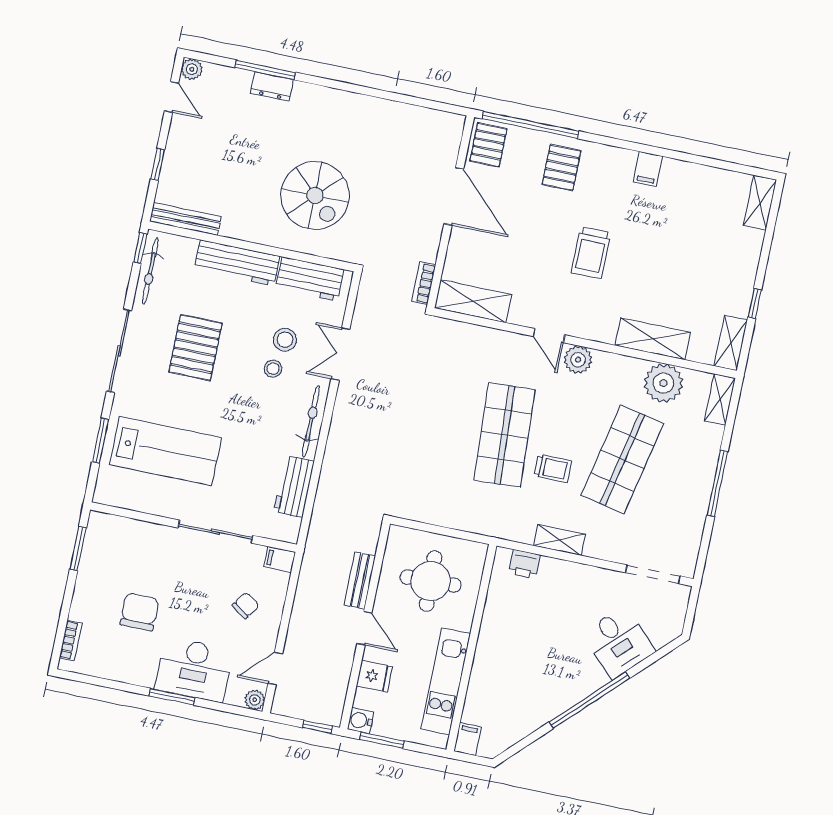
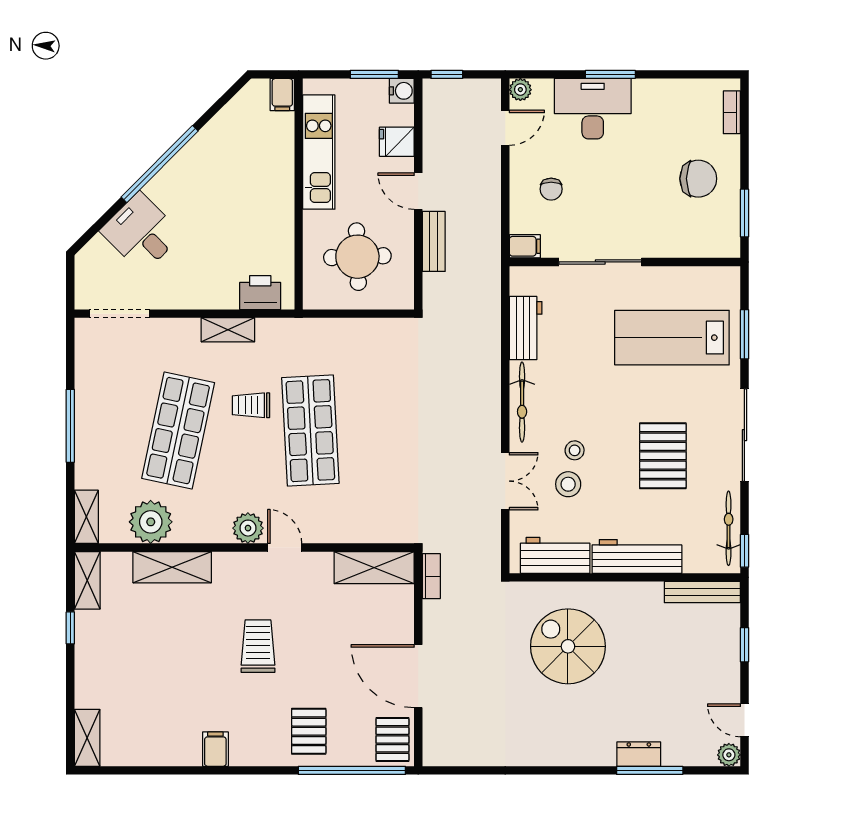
printer: (524, 564) -> (260, 293), width x1.36, depth x1.24
chair: (246, 605) -> (551, 189), turned -35
chair: (139, 612) -> (698, 179), moved, turned -90

